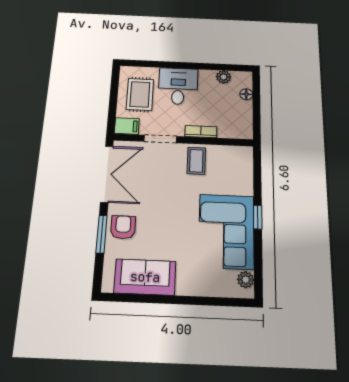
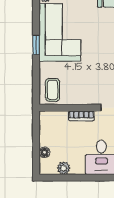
coffee table: (196, 161) -> (53, 90), moved

